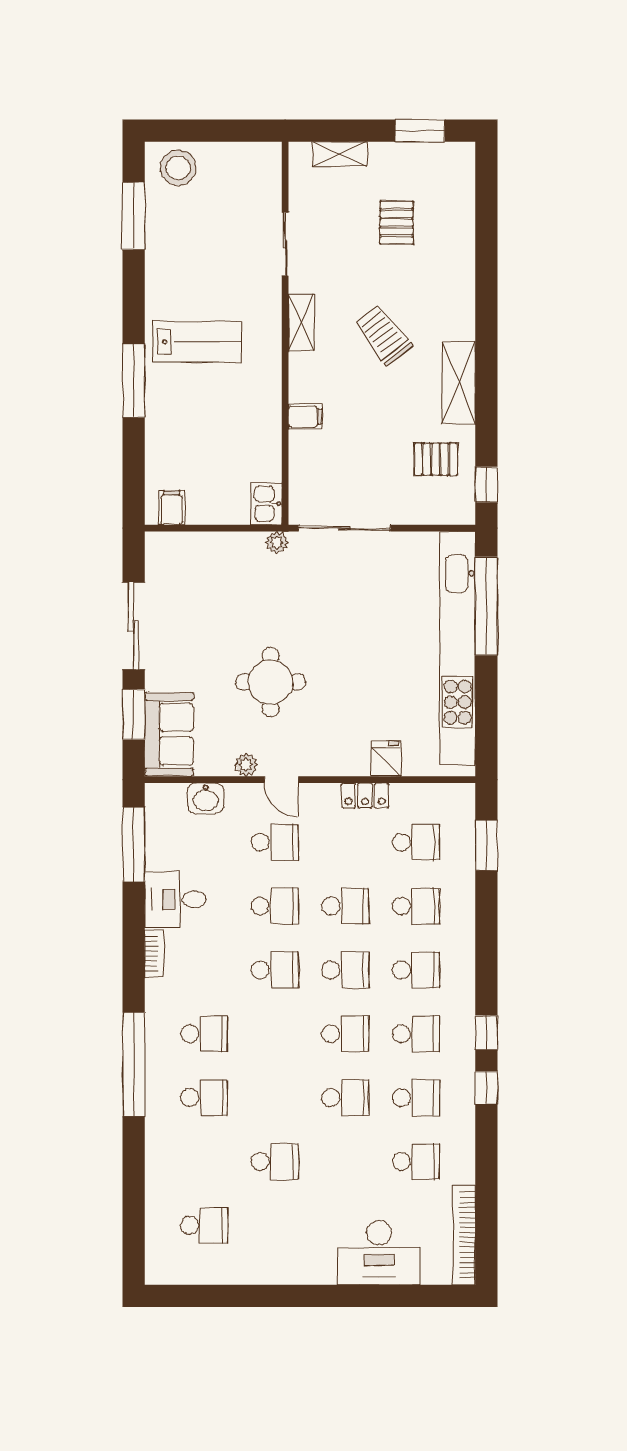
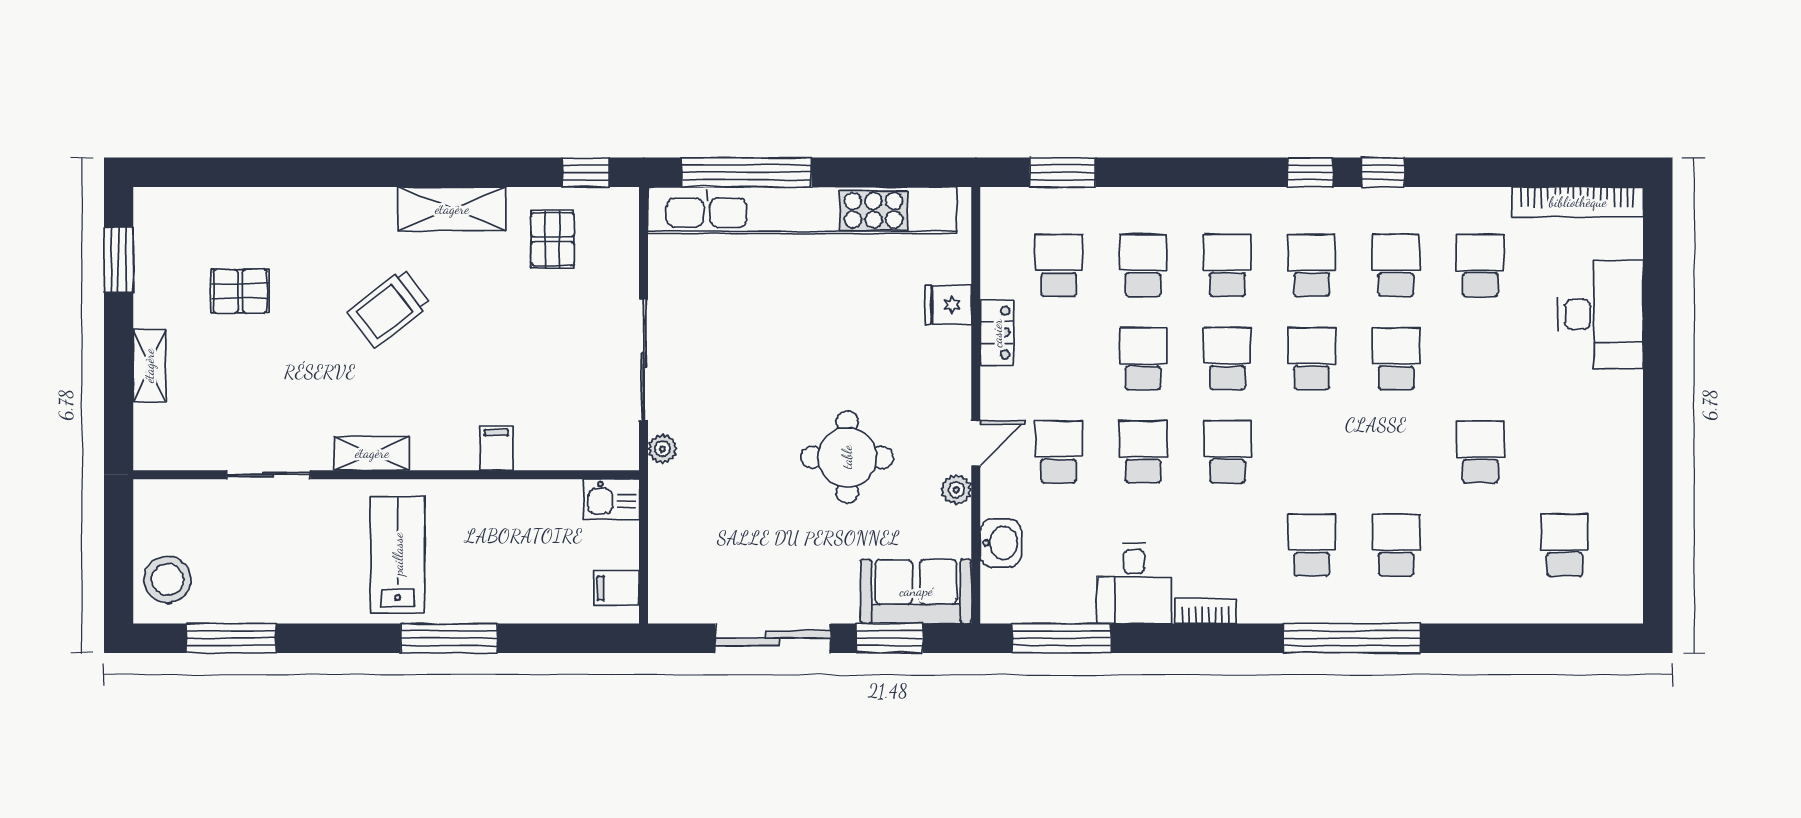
sliding door: (285, 244) -> (269, 475), moved
shelving: (301, 322) -> (372, 453), moved
wall: (285, 333) -> (386, 475), moved
filing cabinet: (305, 417) -> (496, 448), moved
kitchen sink: (267, 504) -> (611, 499), moved

